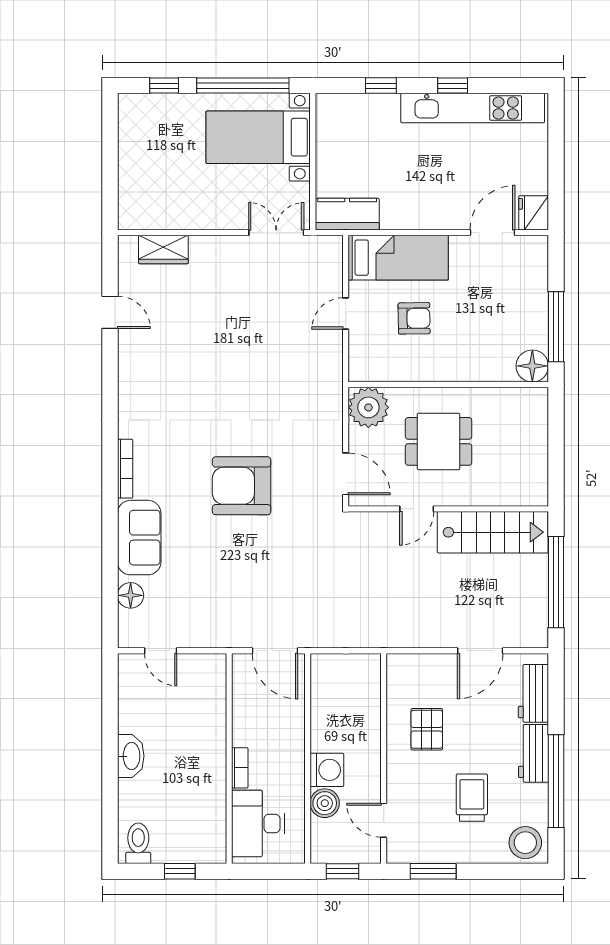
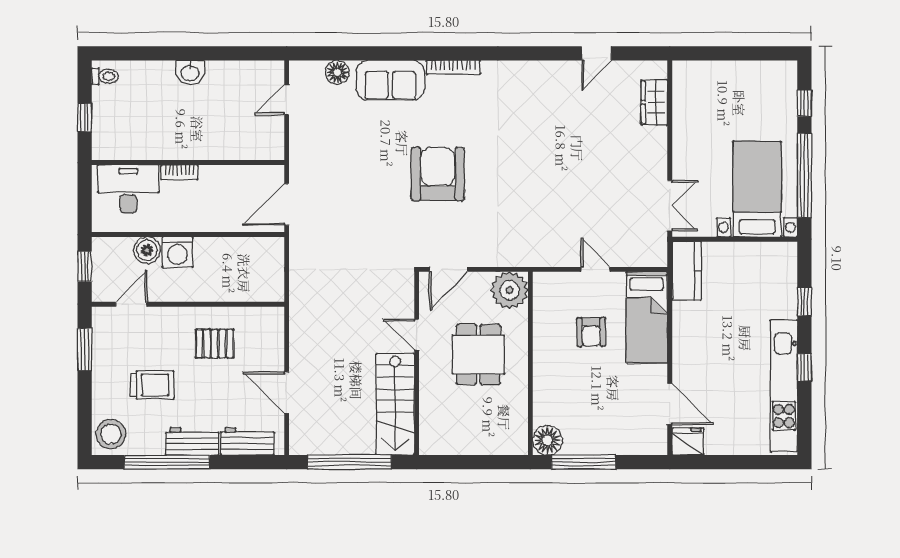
washbasin: (131, 756) -> (190, 72), width x0.72
toilet: (138, 843) -> (105, 76), width x0.73, depth x0.72

